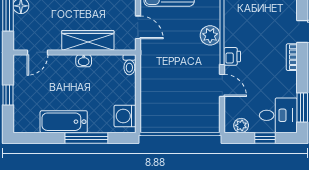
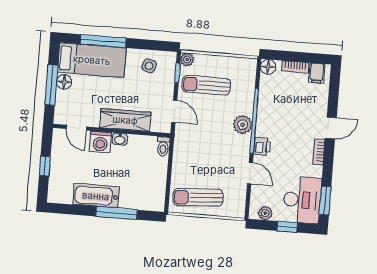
door: (38, 52) -> (76, 128), hinge flipped
sun lounger: (170, 115) -> (198, 197), added
desk: (278, 115) -> (302, 200), width x1.37
washing machine: (125, 116) -> (100, 142), moved, turned -90

